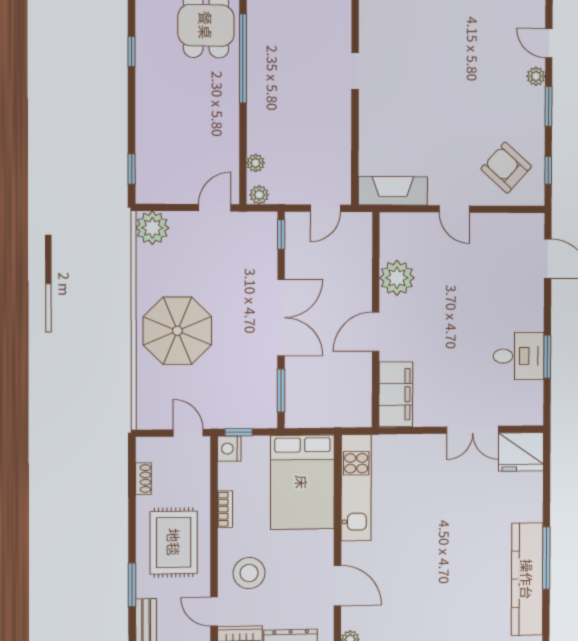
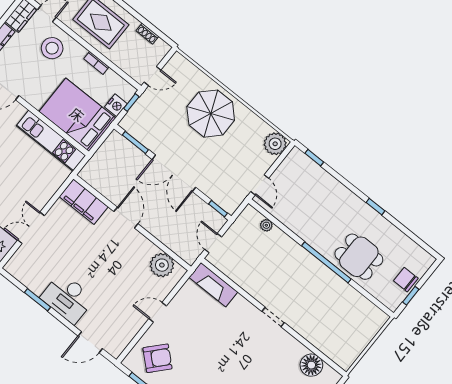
fireplace: (393, 191) -> (213, 285), moved, turned 90
plant: (259, 195) -> (248, 214), removed
plant: (397, 278) -> (162, 265), moved
desk: (519, 356) -> (67, 298), moved, width x1.37
nightstand: (229, 449) -> (116, 105), moved, turned 90

